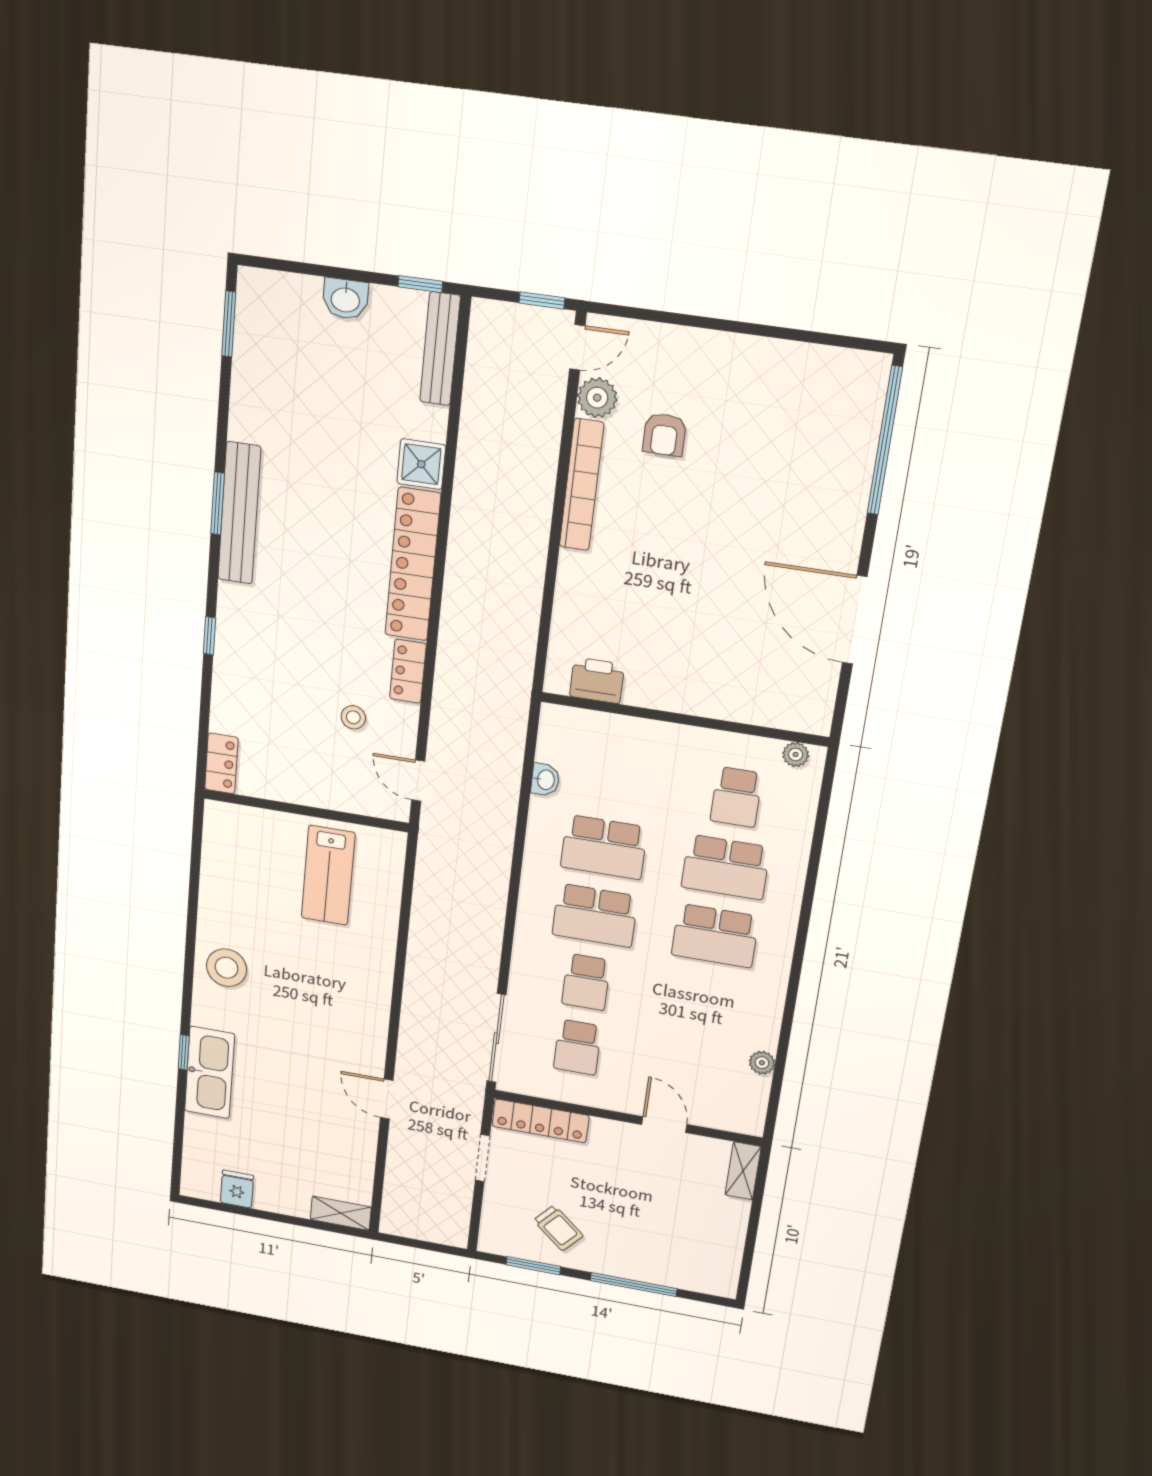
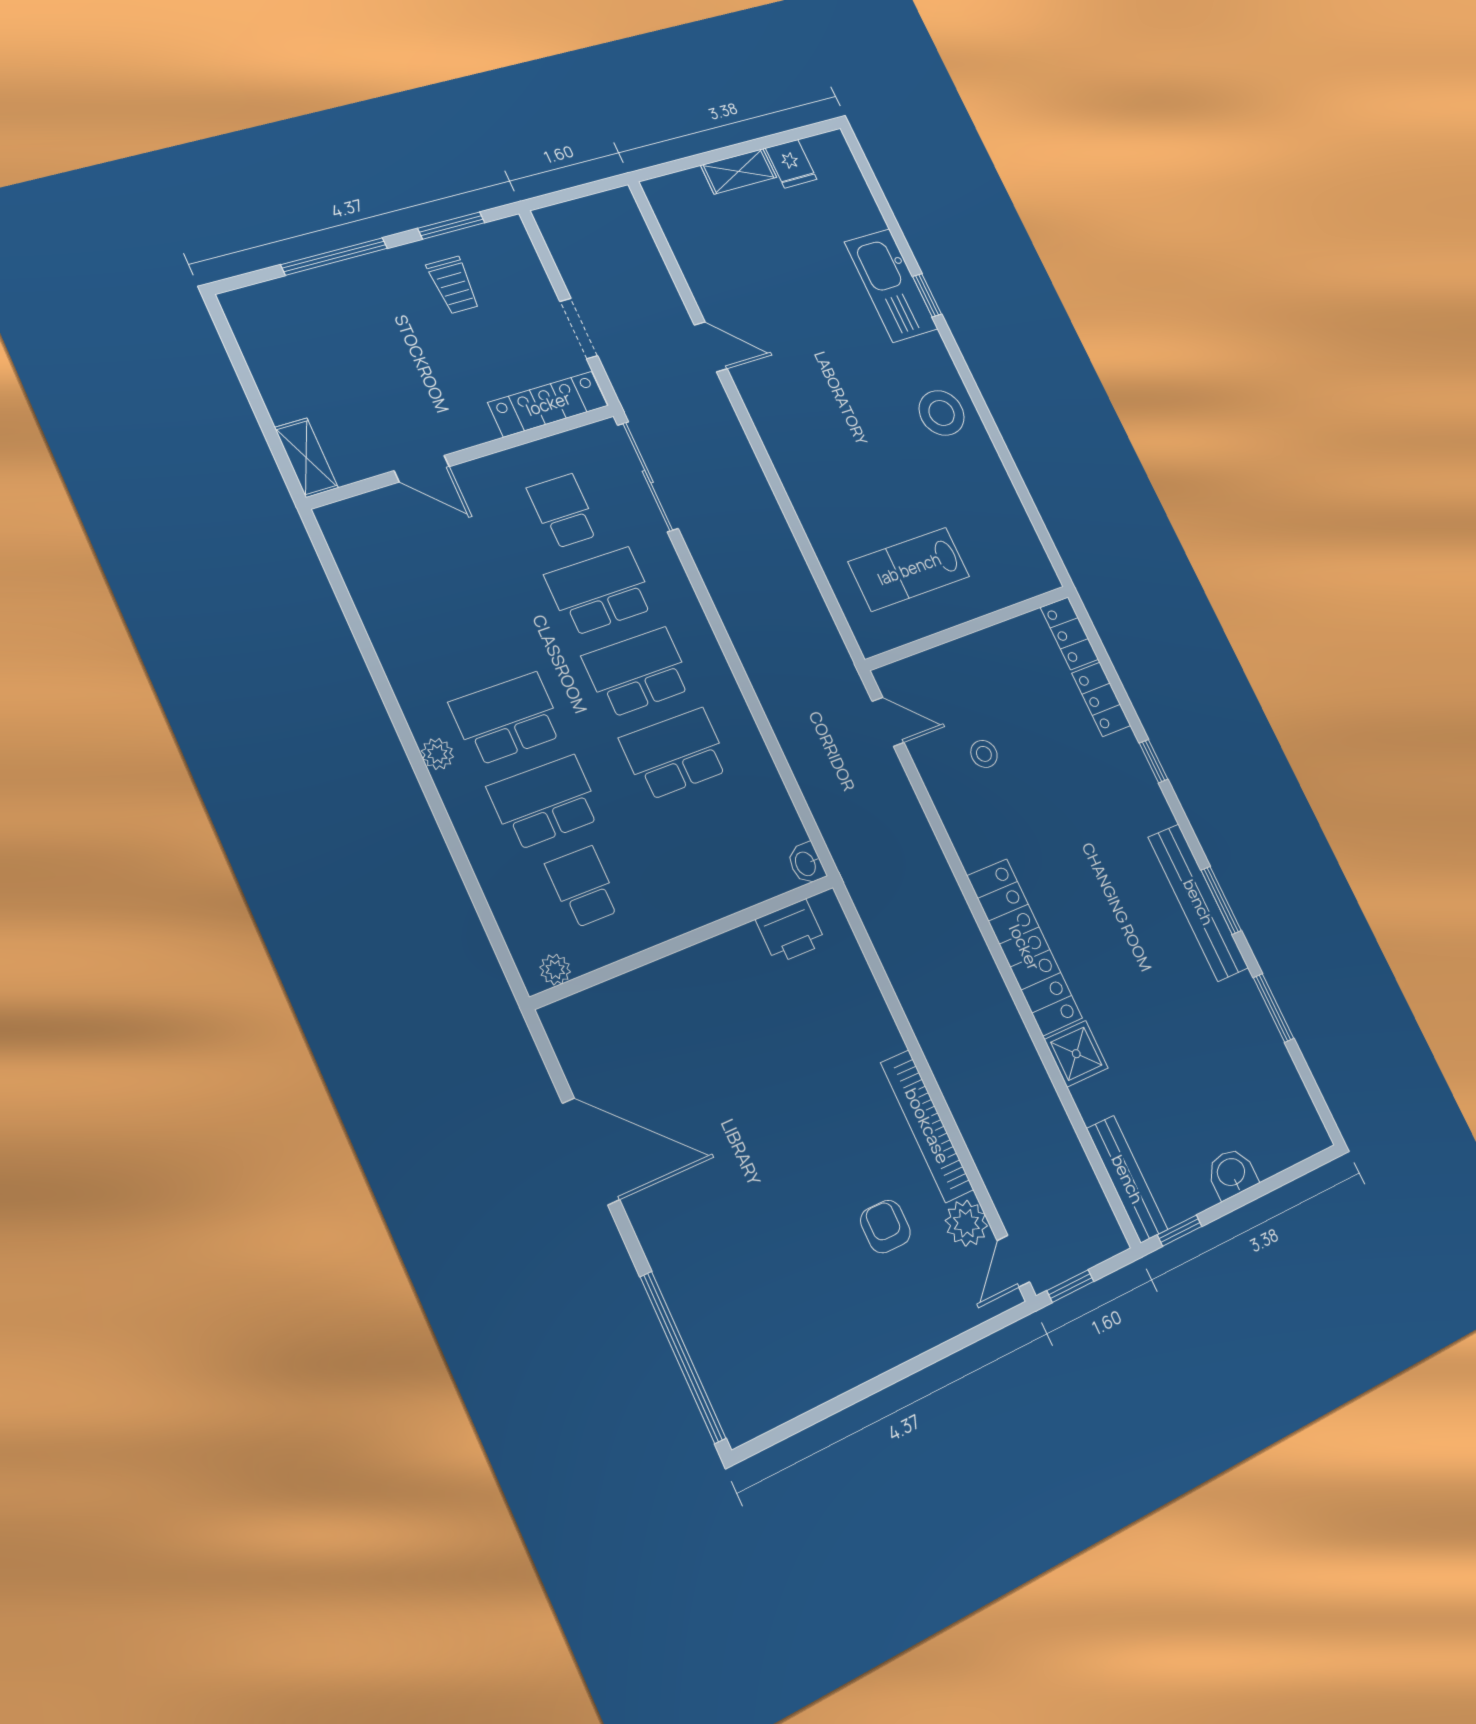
window: (229, 324) -> (1273, 1008), moved
locker: (408, 671) -> (1101, 699), moved, turned 180
washbasin: (545, 780) -> (806, 864), moved
lab bench: (328, 875) -> (909, 569), turned -90
school desk: (586, 982) -> (600, 591), width x1.85
plant: (762, 1063) -> (437, 754), moved
shelving: (341, 1213) -> (739, 171), moved
trolley: (558, 1228) -> (453, 285), turned -131

